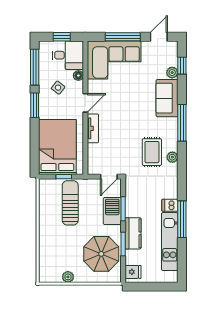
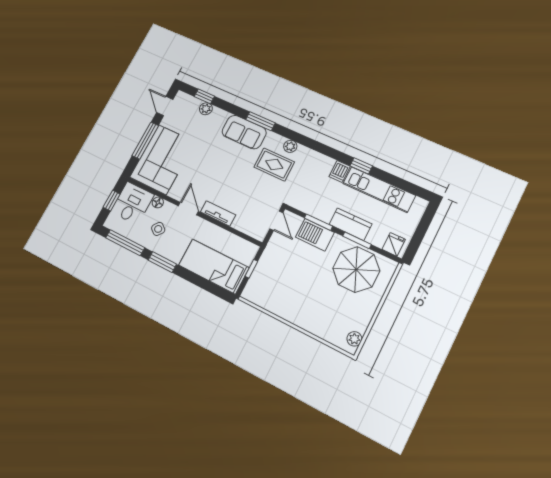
sofa: (167, 98) -> (244, 132), moved
window: (182, 123) -> (260, 121), width x0.69
bed: (57, 147) -> (214, 266), width x0.67
sun lounger: (70, 203) -> (283, 276), removed
window: (182, 219) -> (361, 166), width x0.46
plant: (68, 277) -> (354, 339), moved

